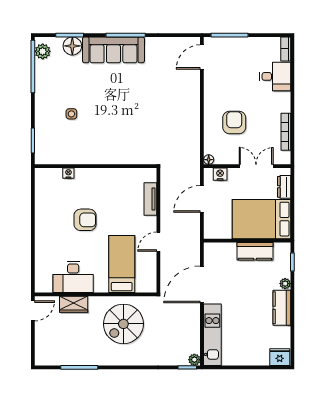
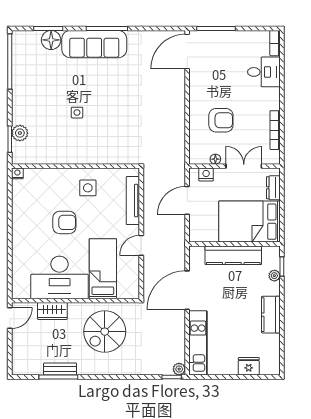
plant: (43, 51) -> (20, 133), moved
door: (202, 57) -> (187, 52), width x1.36
side table: (71, 114) -> (77, 113), moved
armchair: (234, 122) -> (221, 120), turned 90
floor lamp: (209, 160) -> (215, 159), moved
nightstand: (68, 173) -> (17, 173), moved
side table: (107, 187) -> (88, 188), added
tv unit: (150, 199) -> (133, 201), width x1.41
kitchen counter: (255, 251) -> (233, 255), width x1.50
desk: (73, 277) -> (60, 277), width x1.36, depth x1.30
plant: (285, 284) -> (274, 276), moved
fridge: (280, 357) -> (249, 366), moved
bench: (81, 360) -> (60, 369), added

